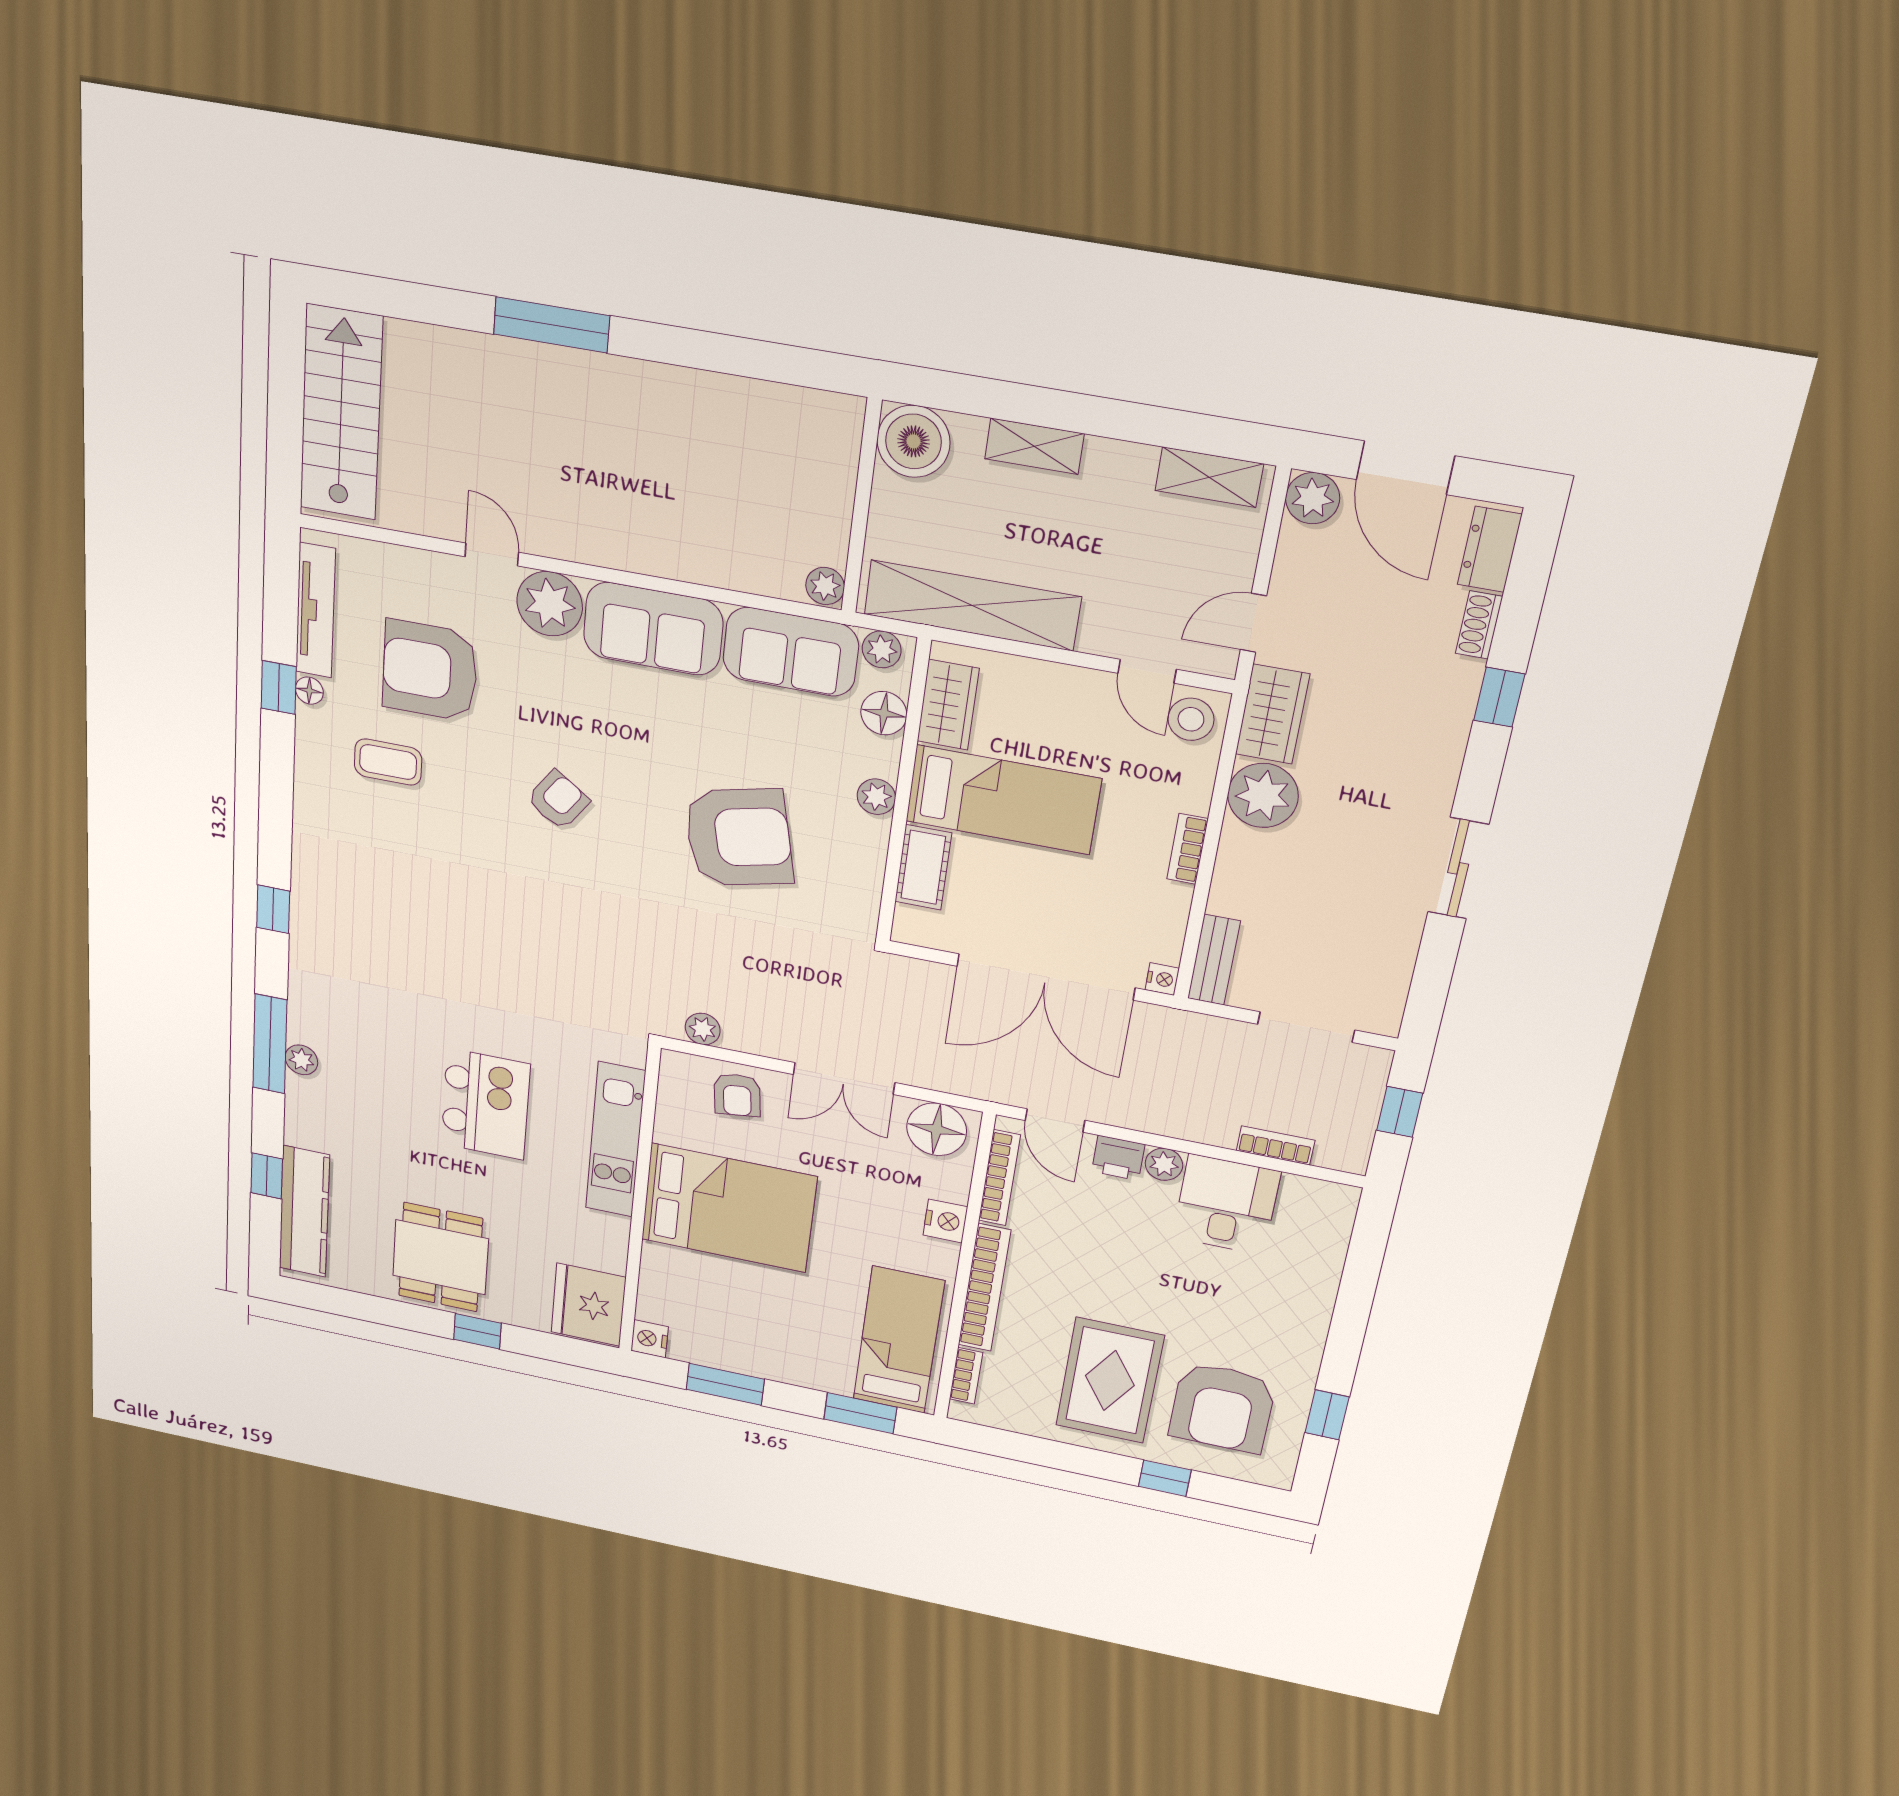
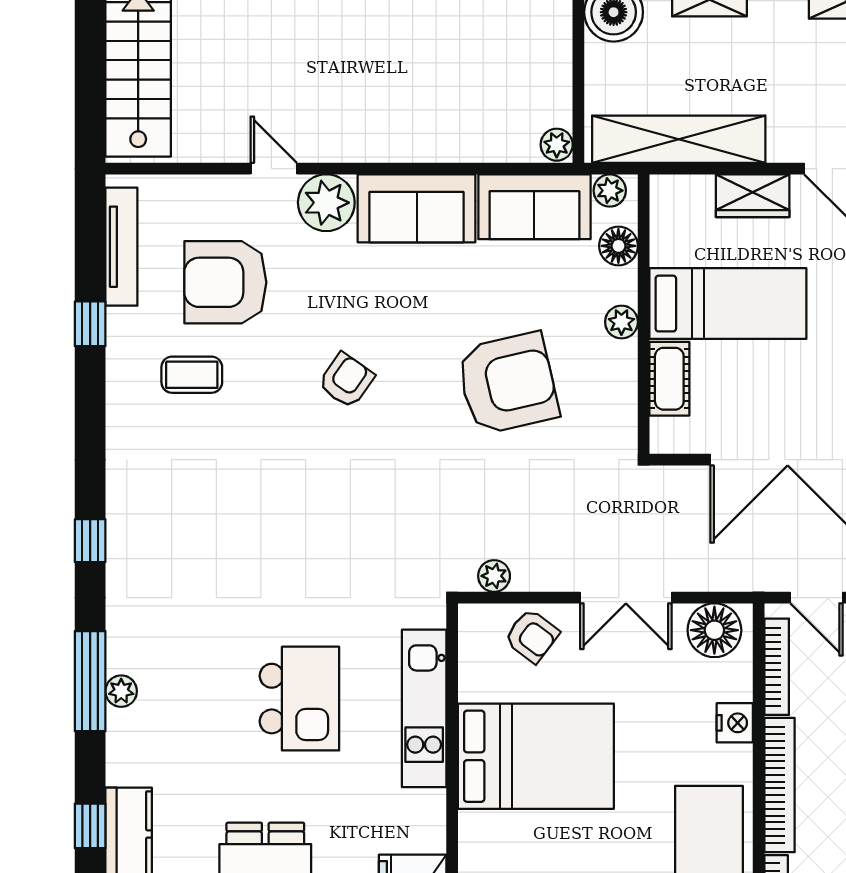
floor lamp: (309, 691) -> (118, 321), removed
wardrobe: (948, 705) -> (753, 196), moved, turned 90
armchair: (737, 1095) -> (532, 636), turned -46

